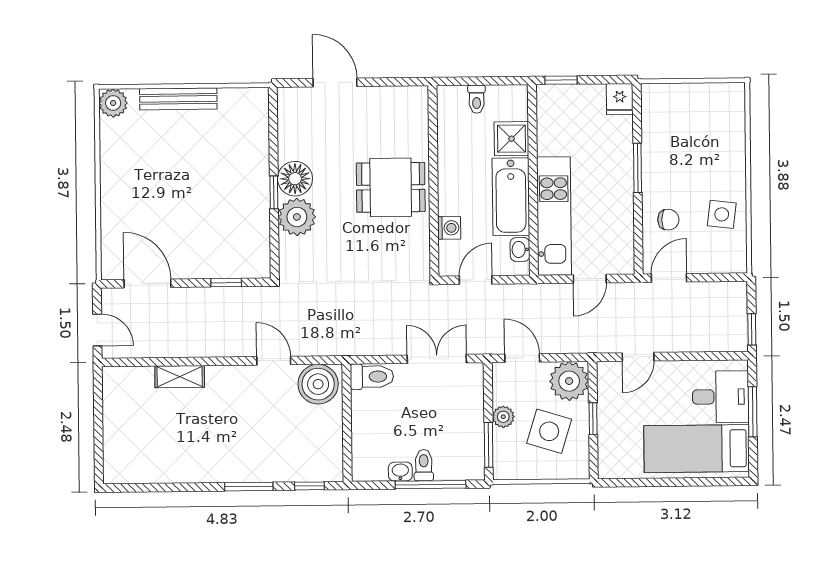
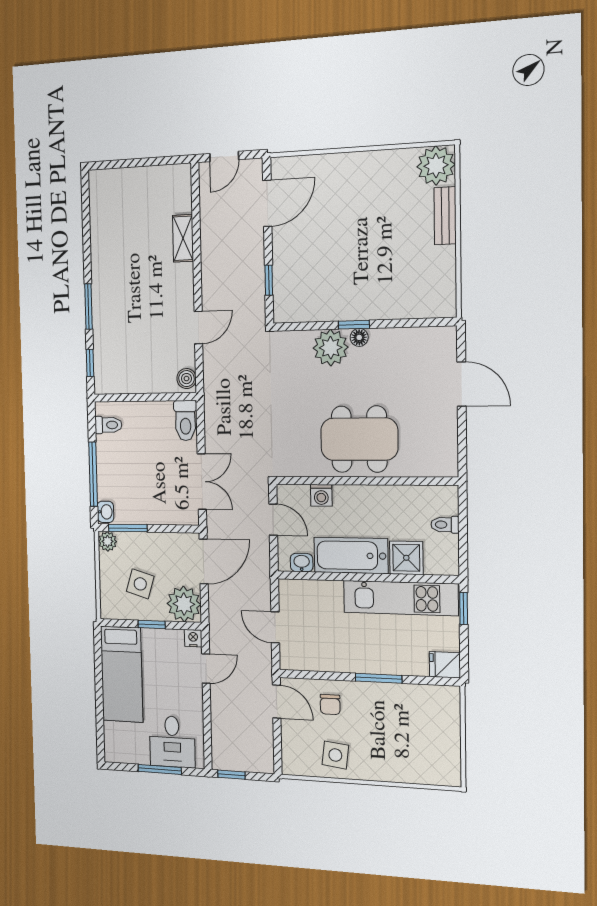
door: (335, 83) -> (462, 384), hinge flipped
bench: (178, 99) -> (445, 216), width x0.73
plant: (113, 103) -> (436, 166), width x1.36, depth x1.36
floor lamp: (295, 179) -> (359, 337), width x0.53, depth x0.53
dining table: (391, 187) -> (359, 439), width x1.38
kitchen unit: (554, 216) -> (400, 598), moved
door: (638, 357) -> (206, 669), swing flipped
door: (522, 358) -> (204, 561), width x1.38
nightstand: (606, 371) -> (193, 638), added
boiler: (318, 384) -> (186, 379), width x0.54, depth x0.54
plant: (503, 417) -> (108, 541), moved
side table: (549, 431) -> (140, 584), width x0.73, depth x0.73
bed: (697, 449) -> (122, 674), moved, turned 180
toilet: (424, 465) -> (108, 425), moved
washbasin: (400, 472) -> (105, 512), moved

